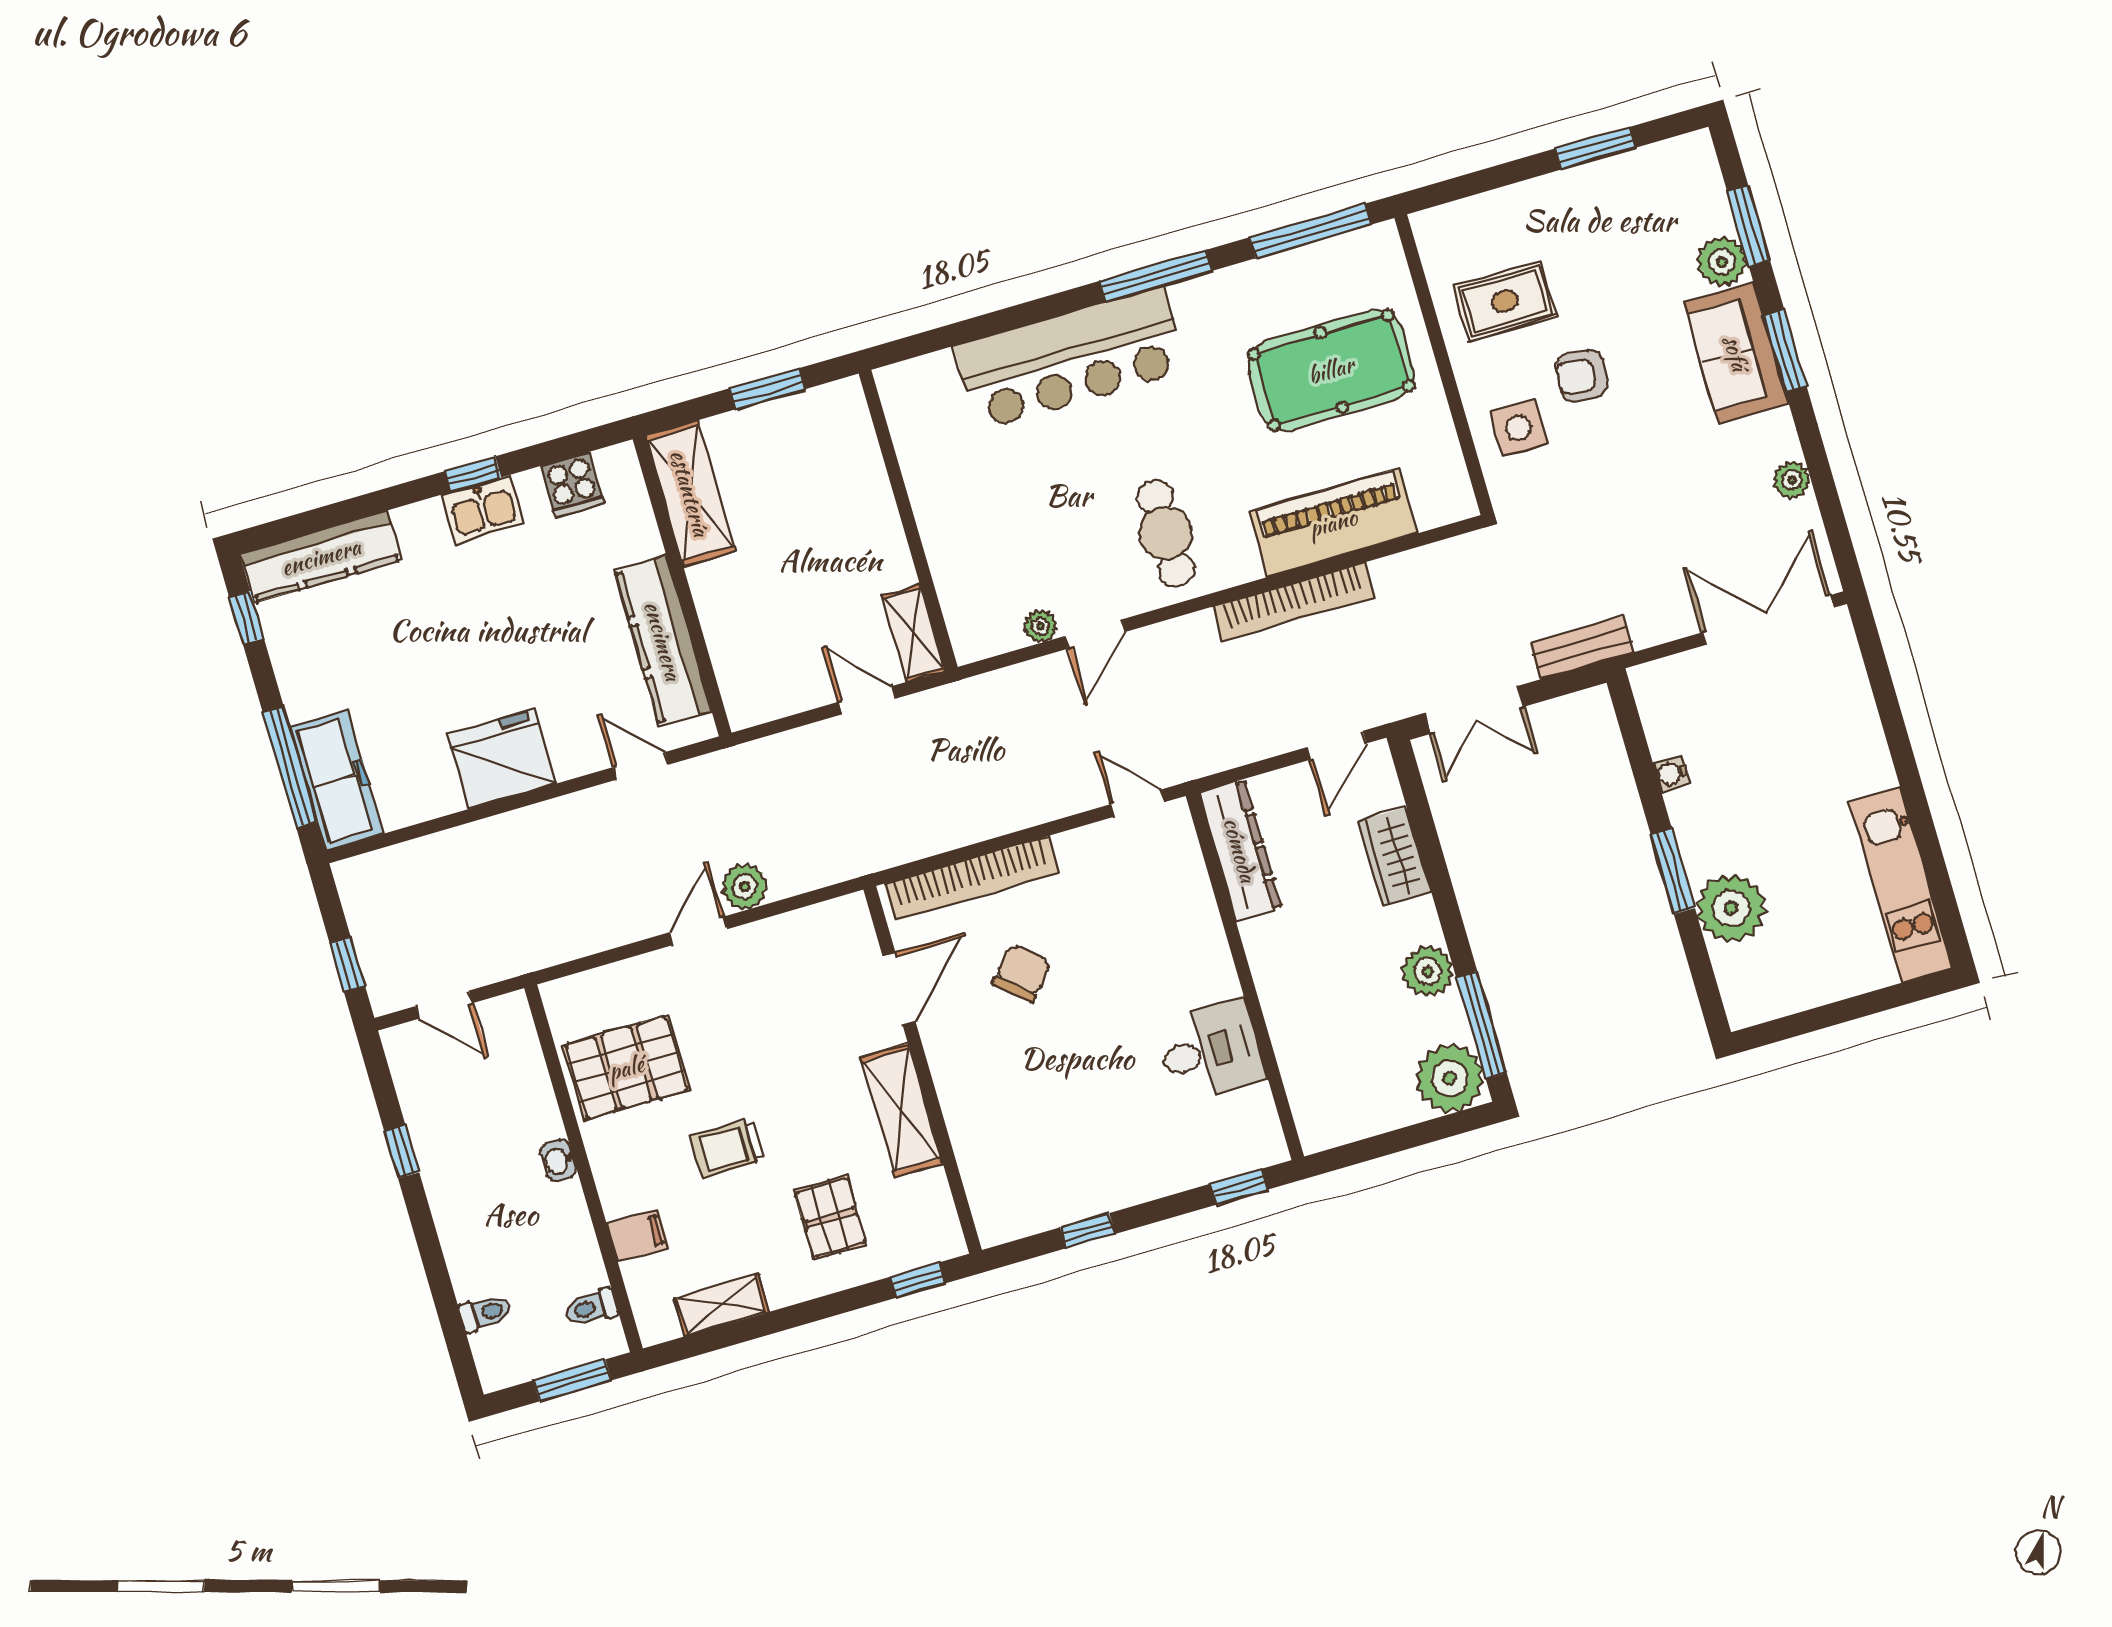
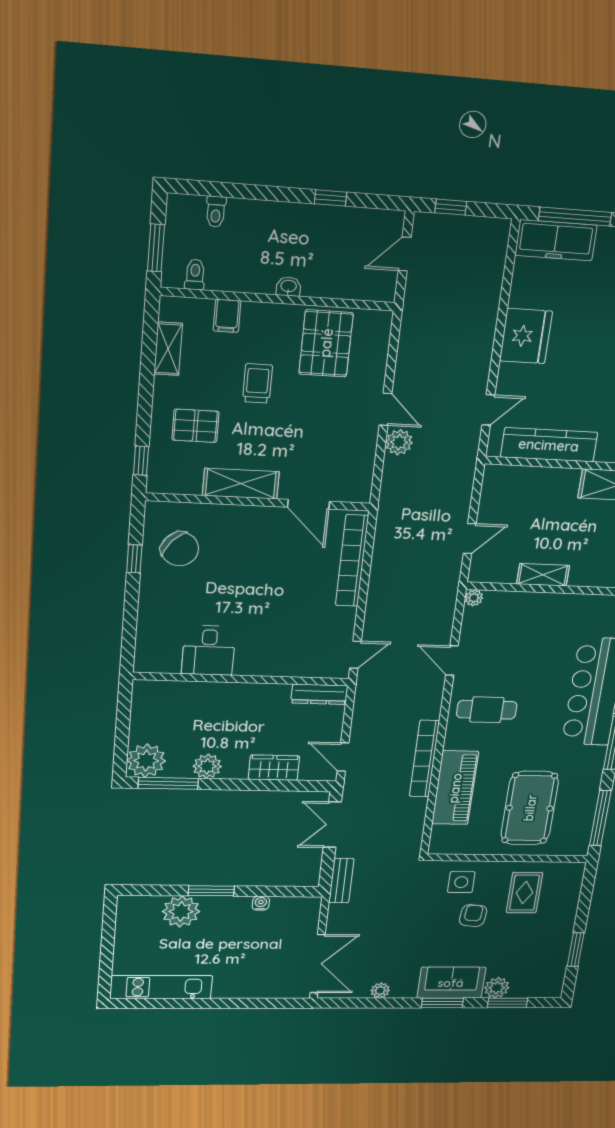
plant: (1040, 626) -> (474, 598), moved
shelving: (913, 633) -> (543, 575), moved
dresser: (1240, 850) -> (319, 694), width x0.73, depth x0.80
chair: (1022, 973) -> (180, 549), moved, width x1.37, depth x1.37
window: (1239, 1187) -> (128, 642), removed

